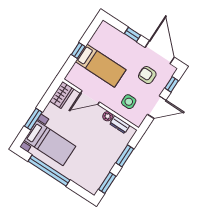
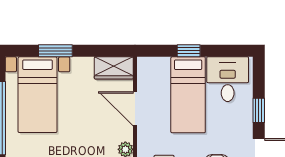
desk: (106, 40) -> (228, 79), added

